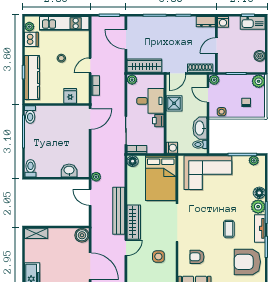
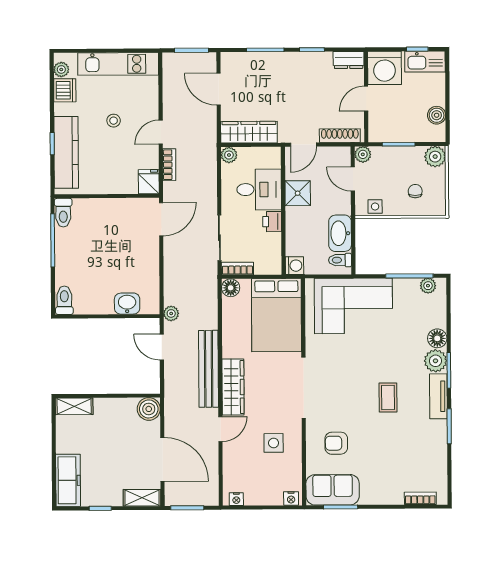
washing machine: (223, 22) -> (385, 68), width x1.89, depth x1.89
fridge: (70, 96) -> (149, 182), moved
armchair: (247, 262) -> (418, 451), removed

